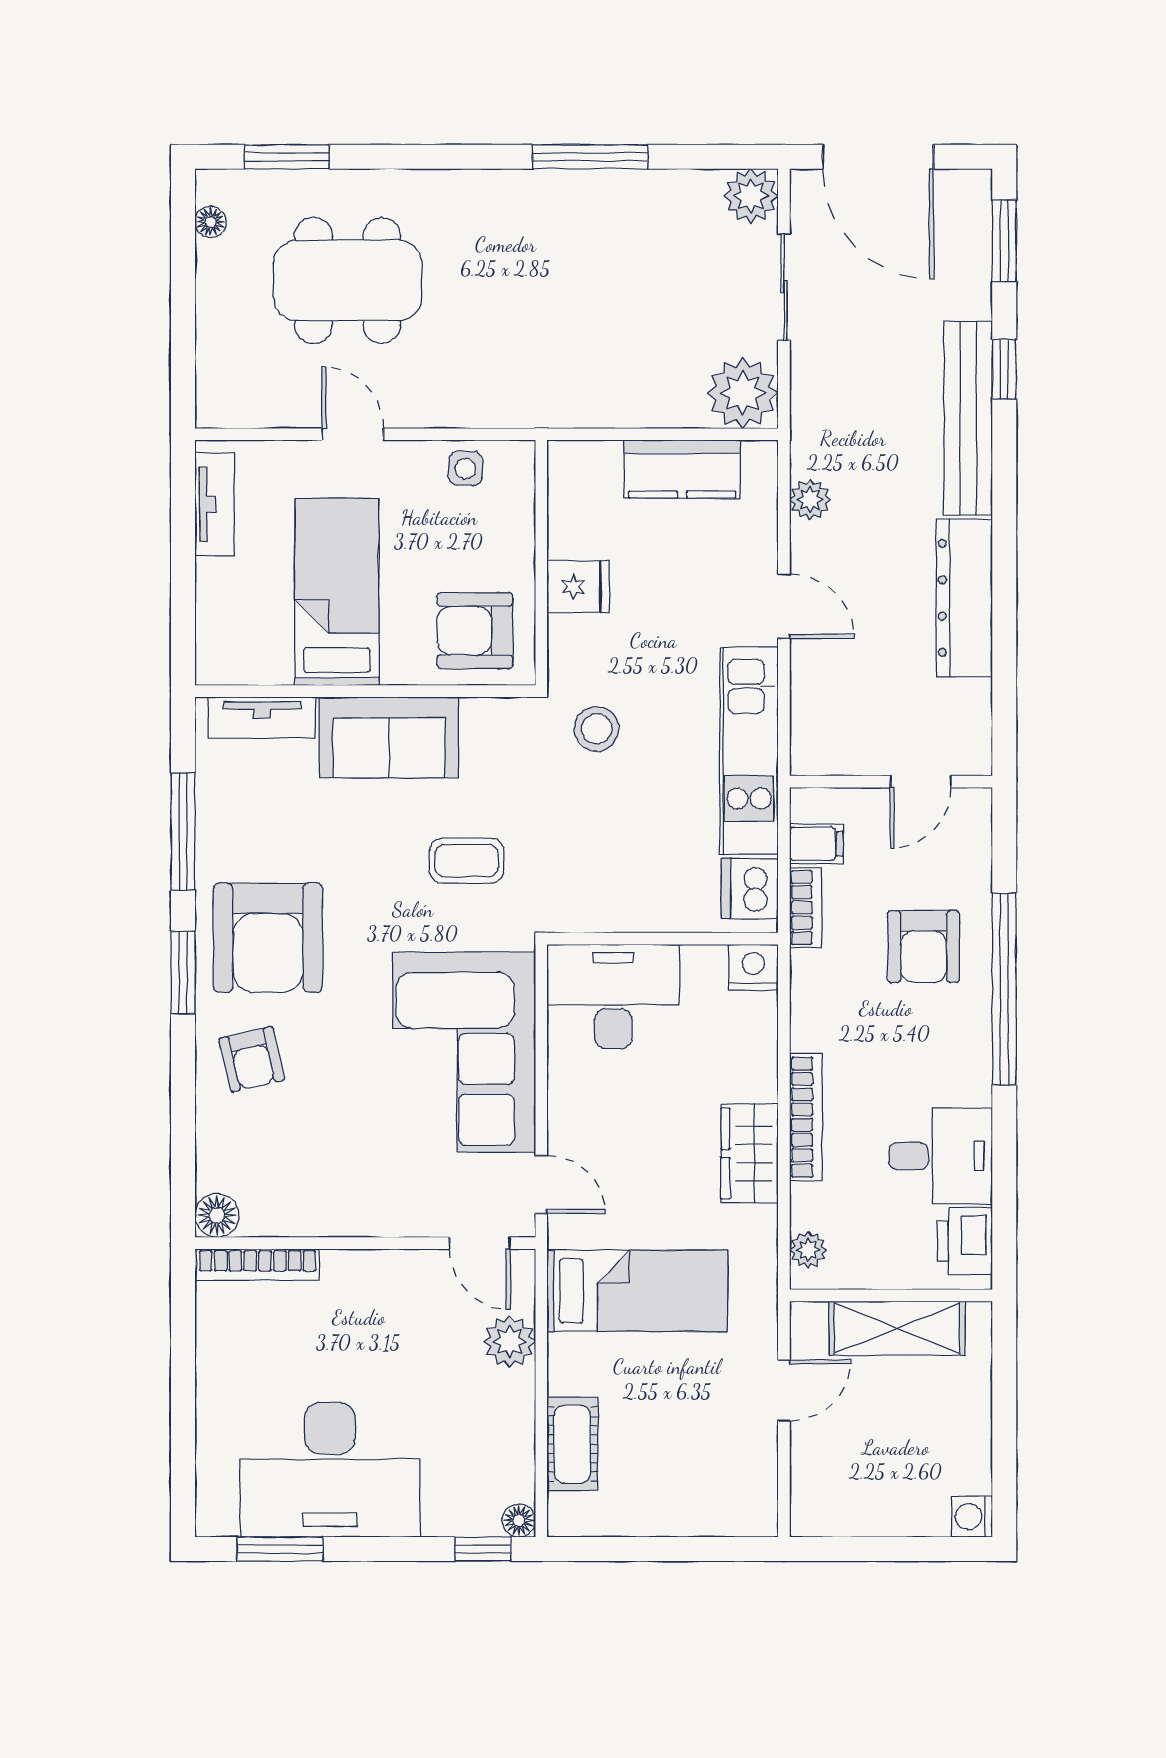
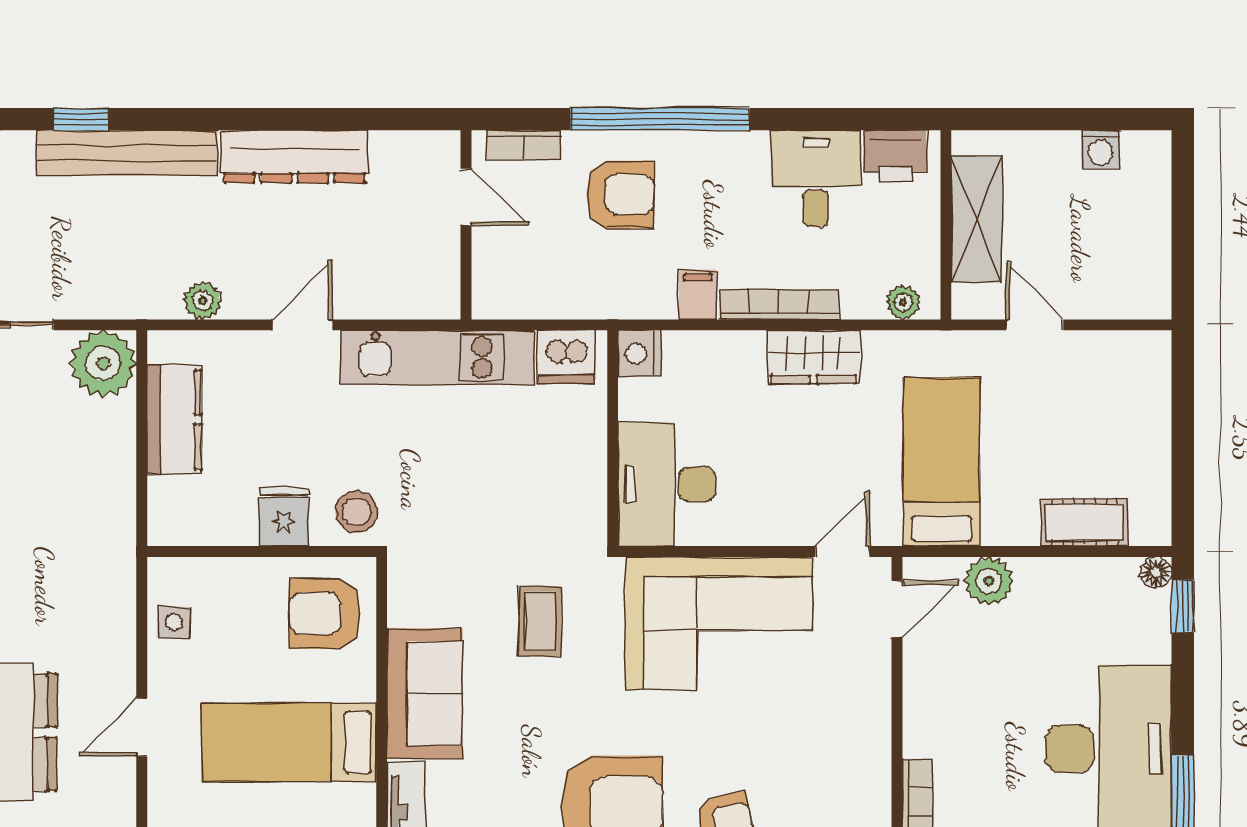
armchair: (475, 631) -> (325, 613), turned 90
stool: (597, 729) -> (356, 512), moved
filing cabinet: (816, 844) -> (698, 295), moved
bookcase: (806, 908) -> (524, 145), moved, turned 180
washing machine: (972, 1517) -> (1101, 149), moved

